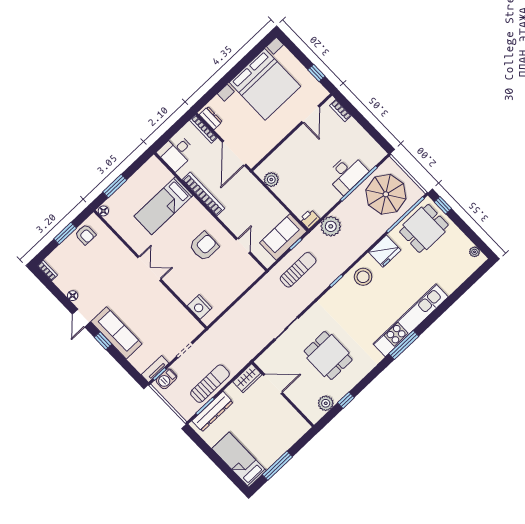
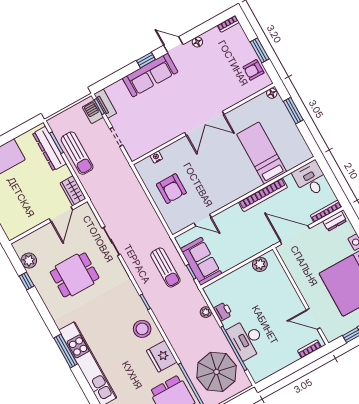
printer: (310, 219) -> (223, 311), moved
plant: (331, 226) -> (206, 312), width x0.53, depth x0.53
armchair: (204, 246) -> (171, 189), moved
double door: (149, 268) -> (204, 123), width x1.37
nightstand: (200, 307) -> (156, 157), width x0.53, depth x0.56

